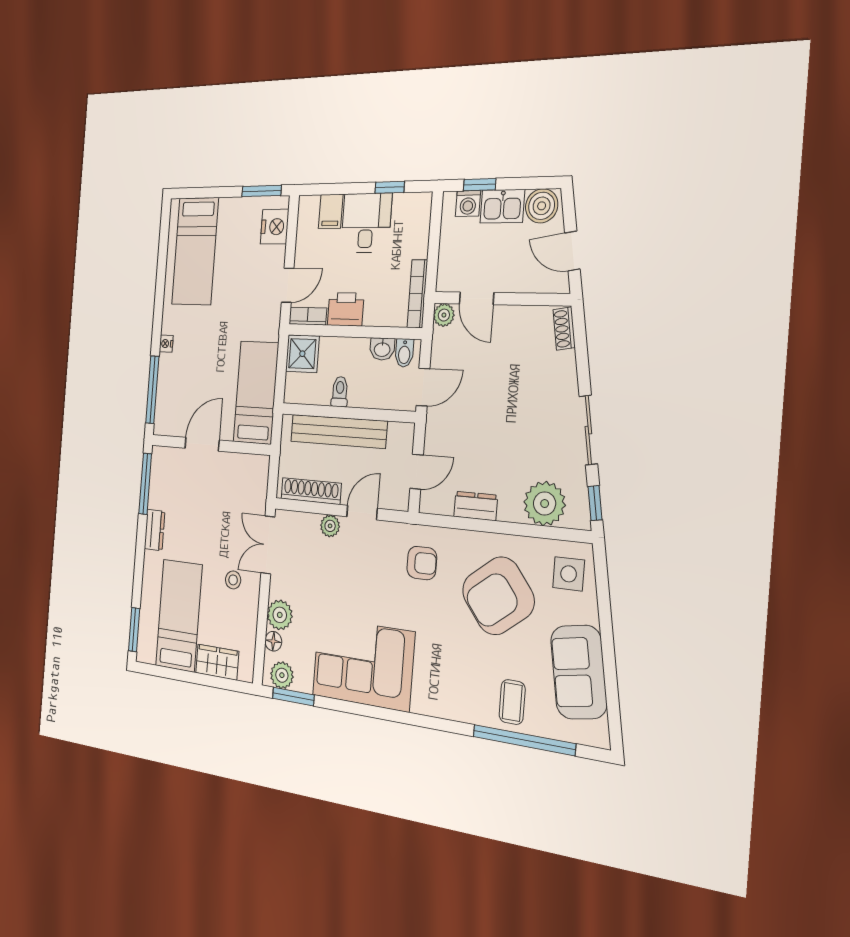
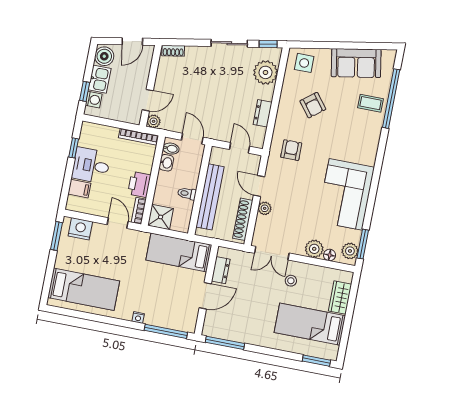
door: (202, 444) -> (205, 296), swing flipped
dresser: (154, 530) -> (221, 270), moved, turned 90
armchair: (498, 596) -> (313, 105), width x0.53, depth x0.53

